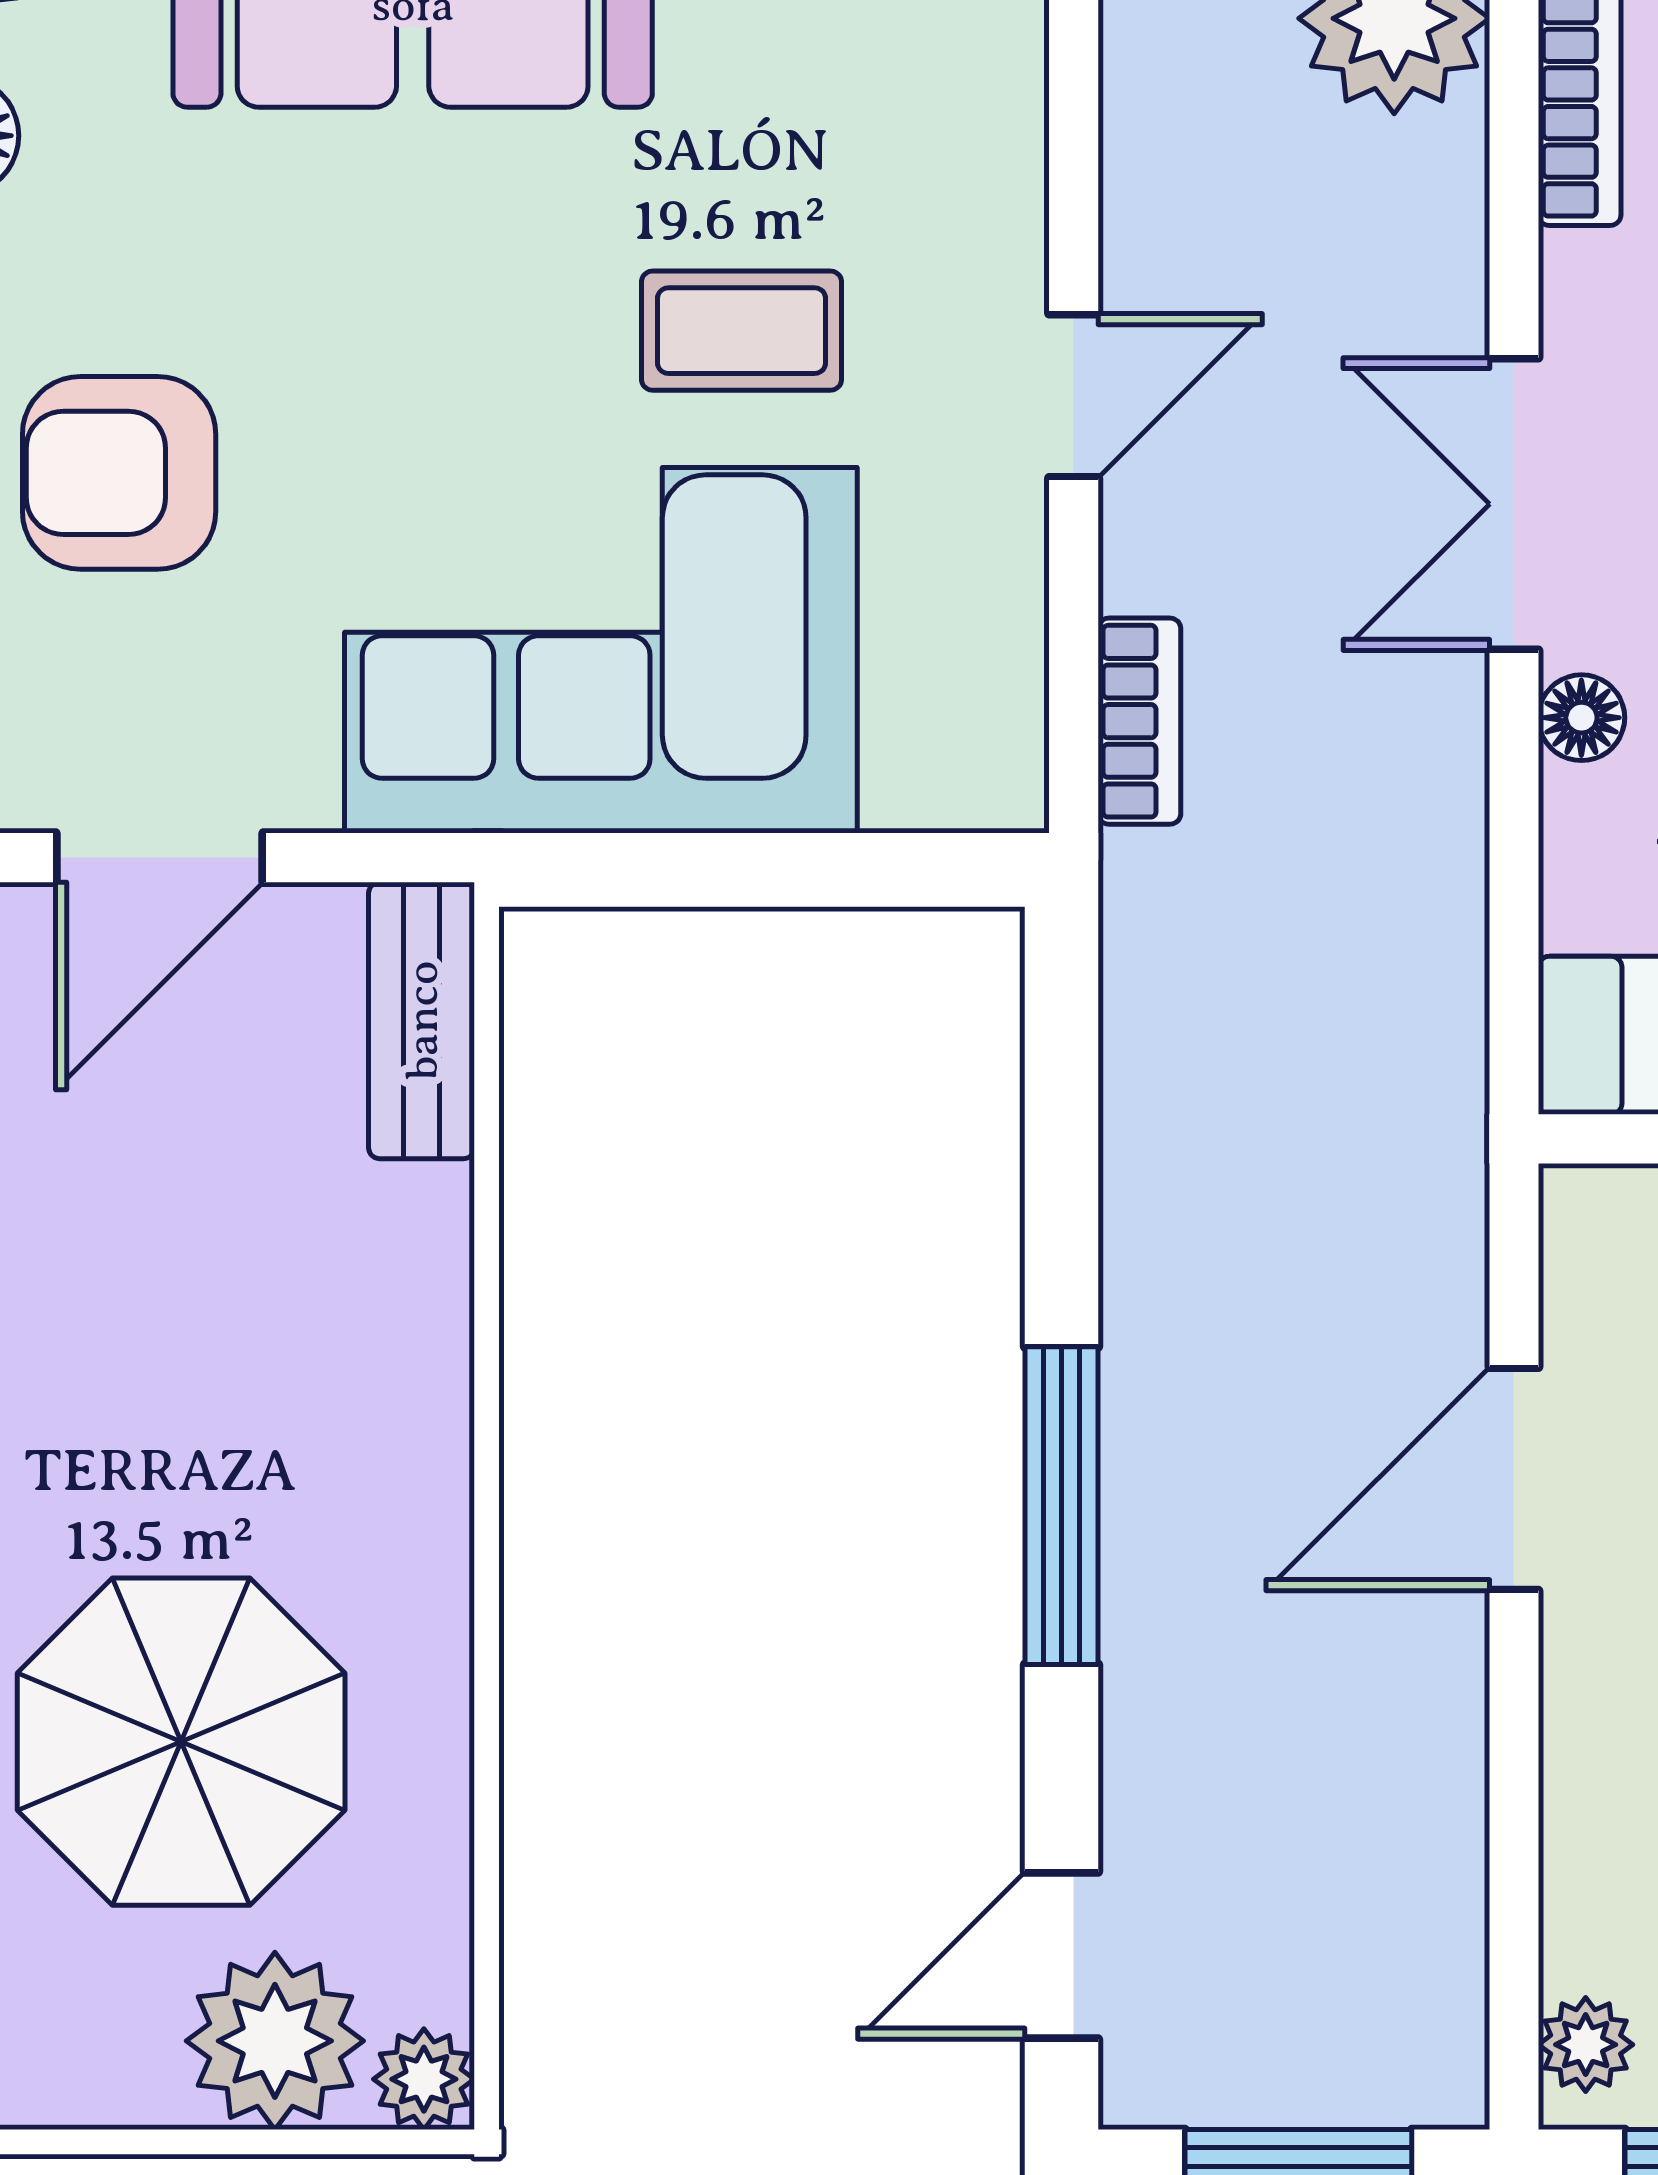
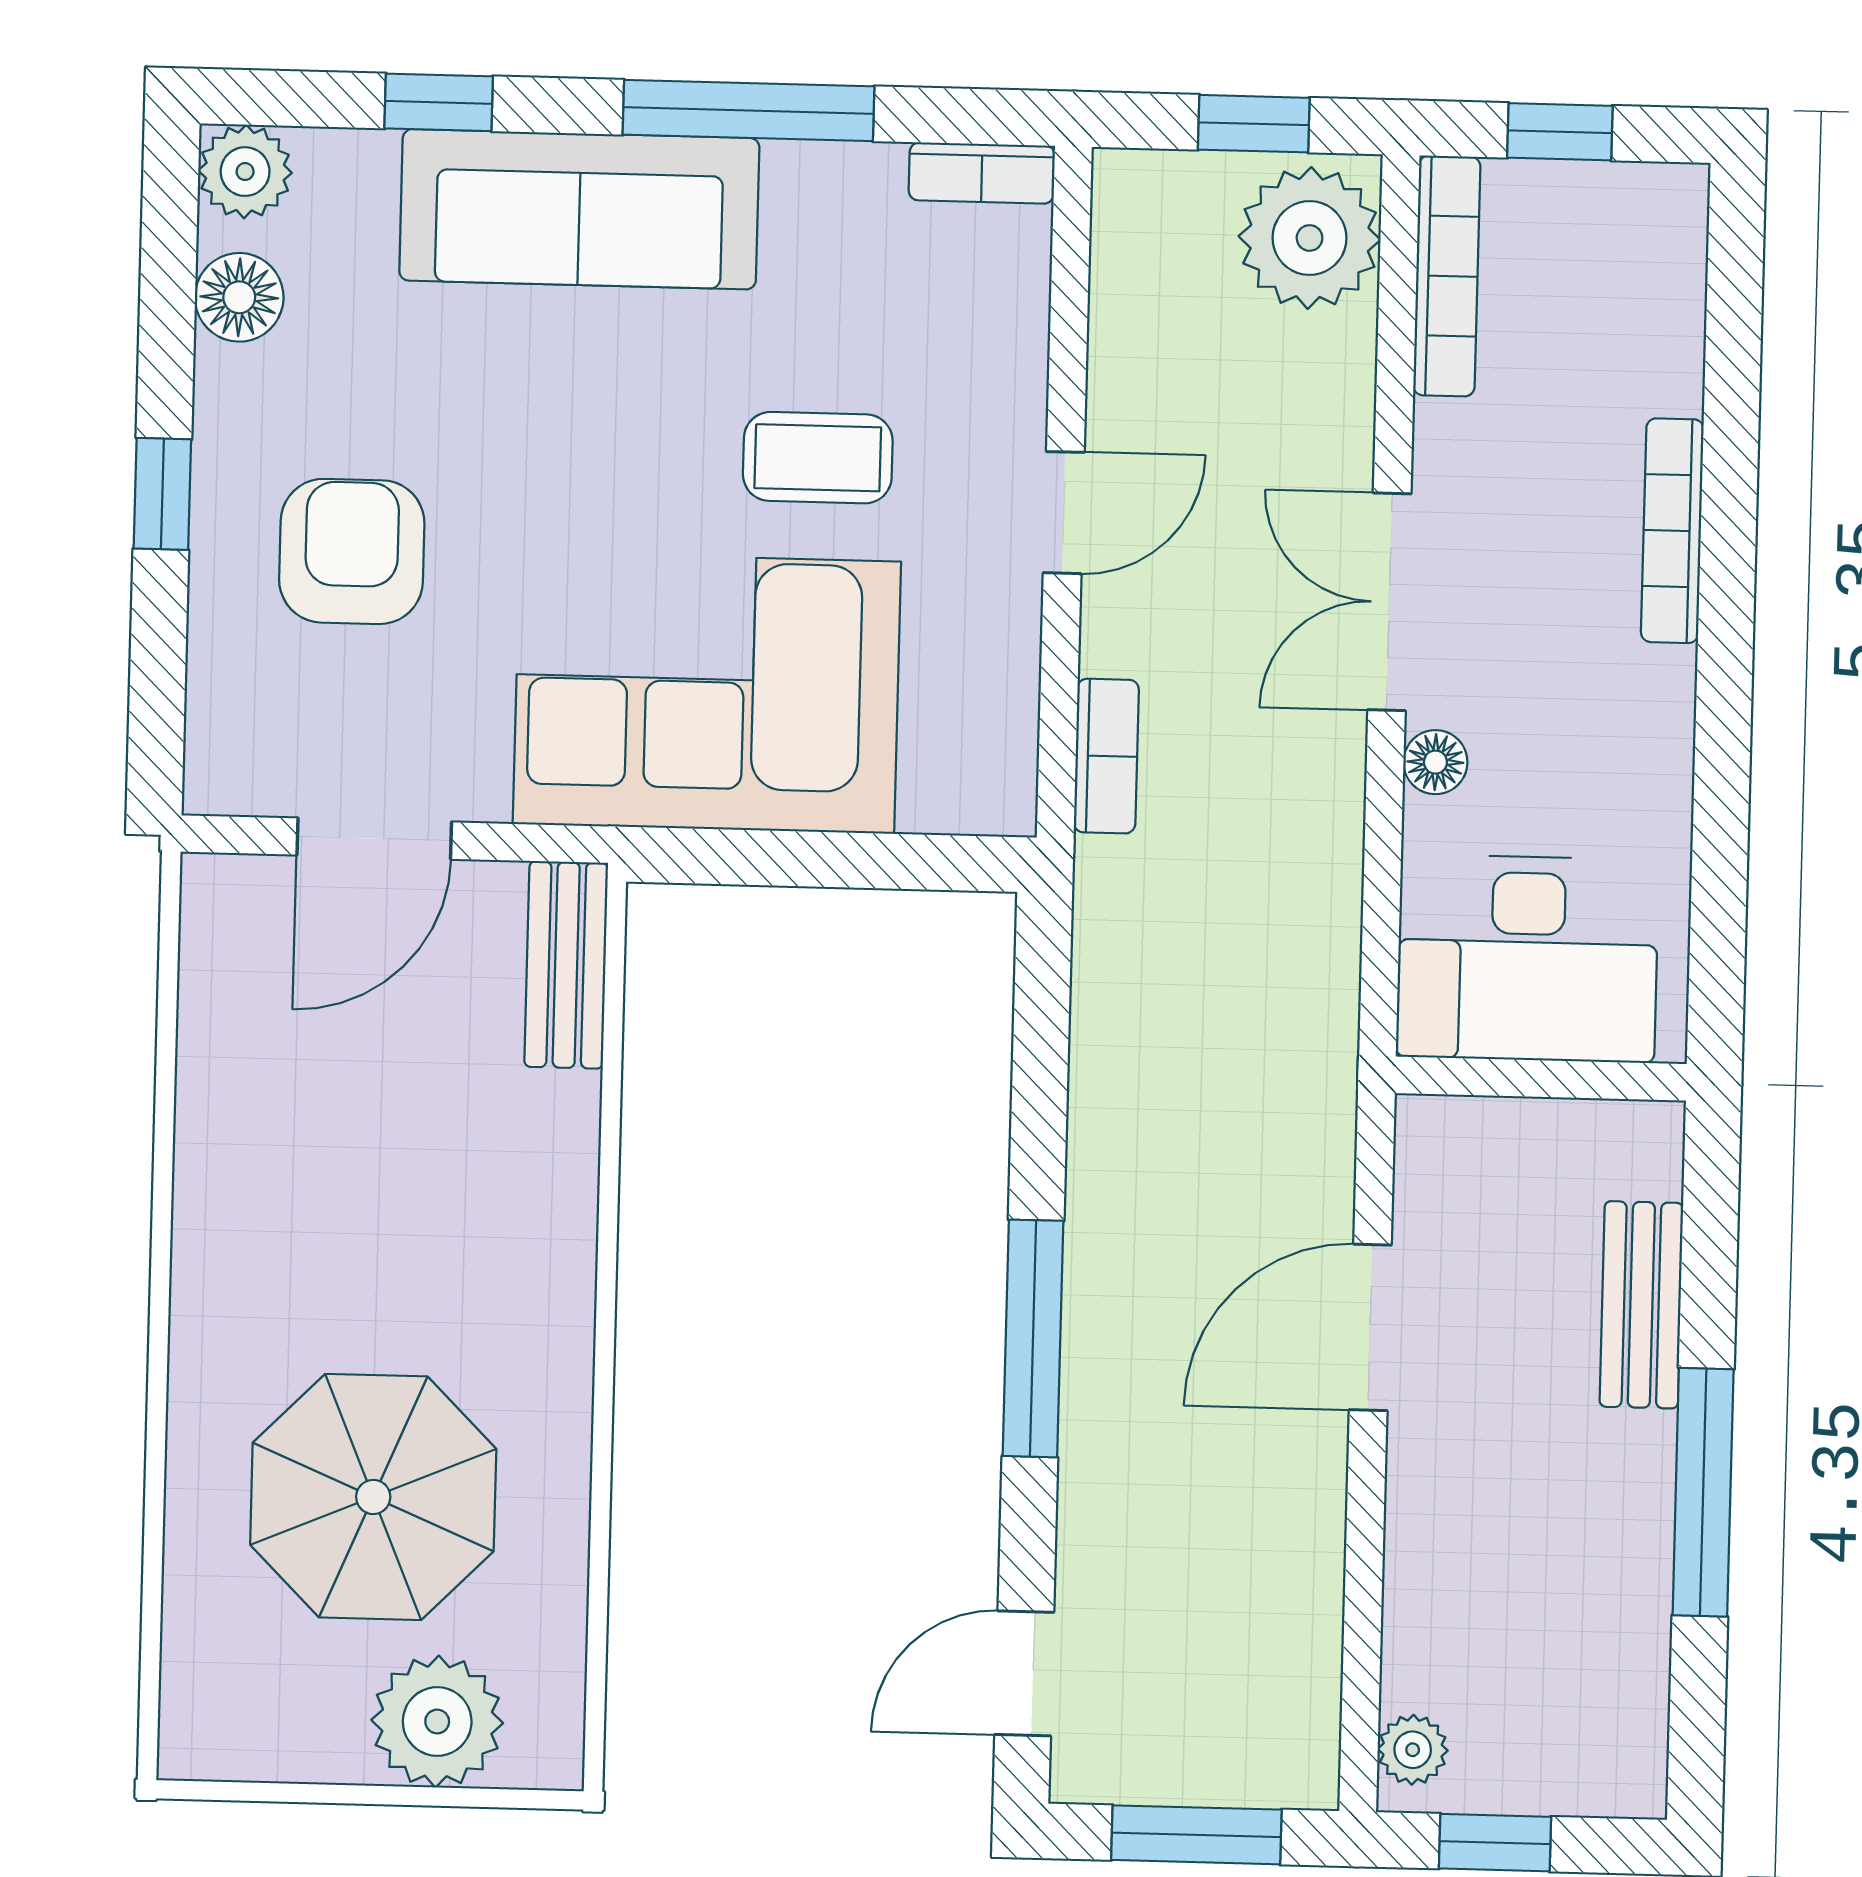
armchair: (119, 473) -> (352, 551), turned 90
plant: (424, 2079) -> (547, 1753), removed

